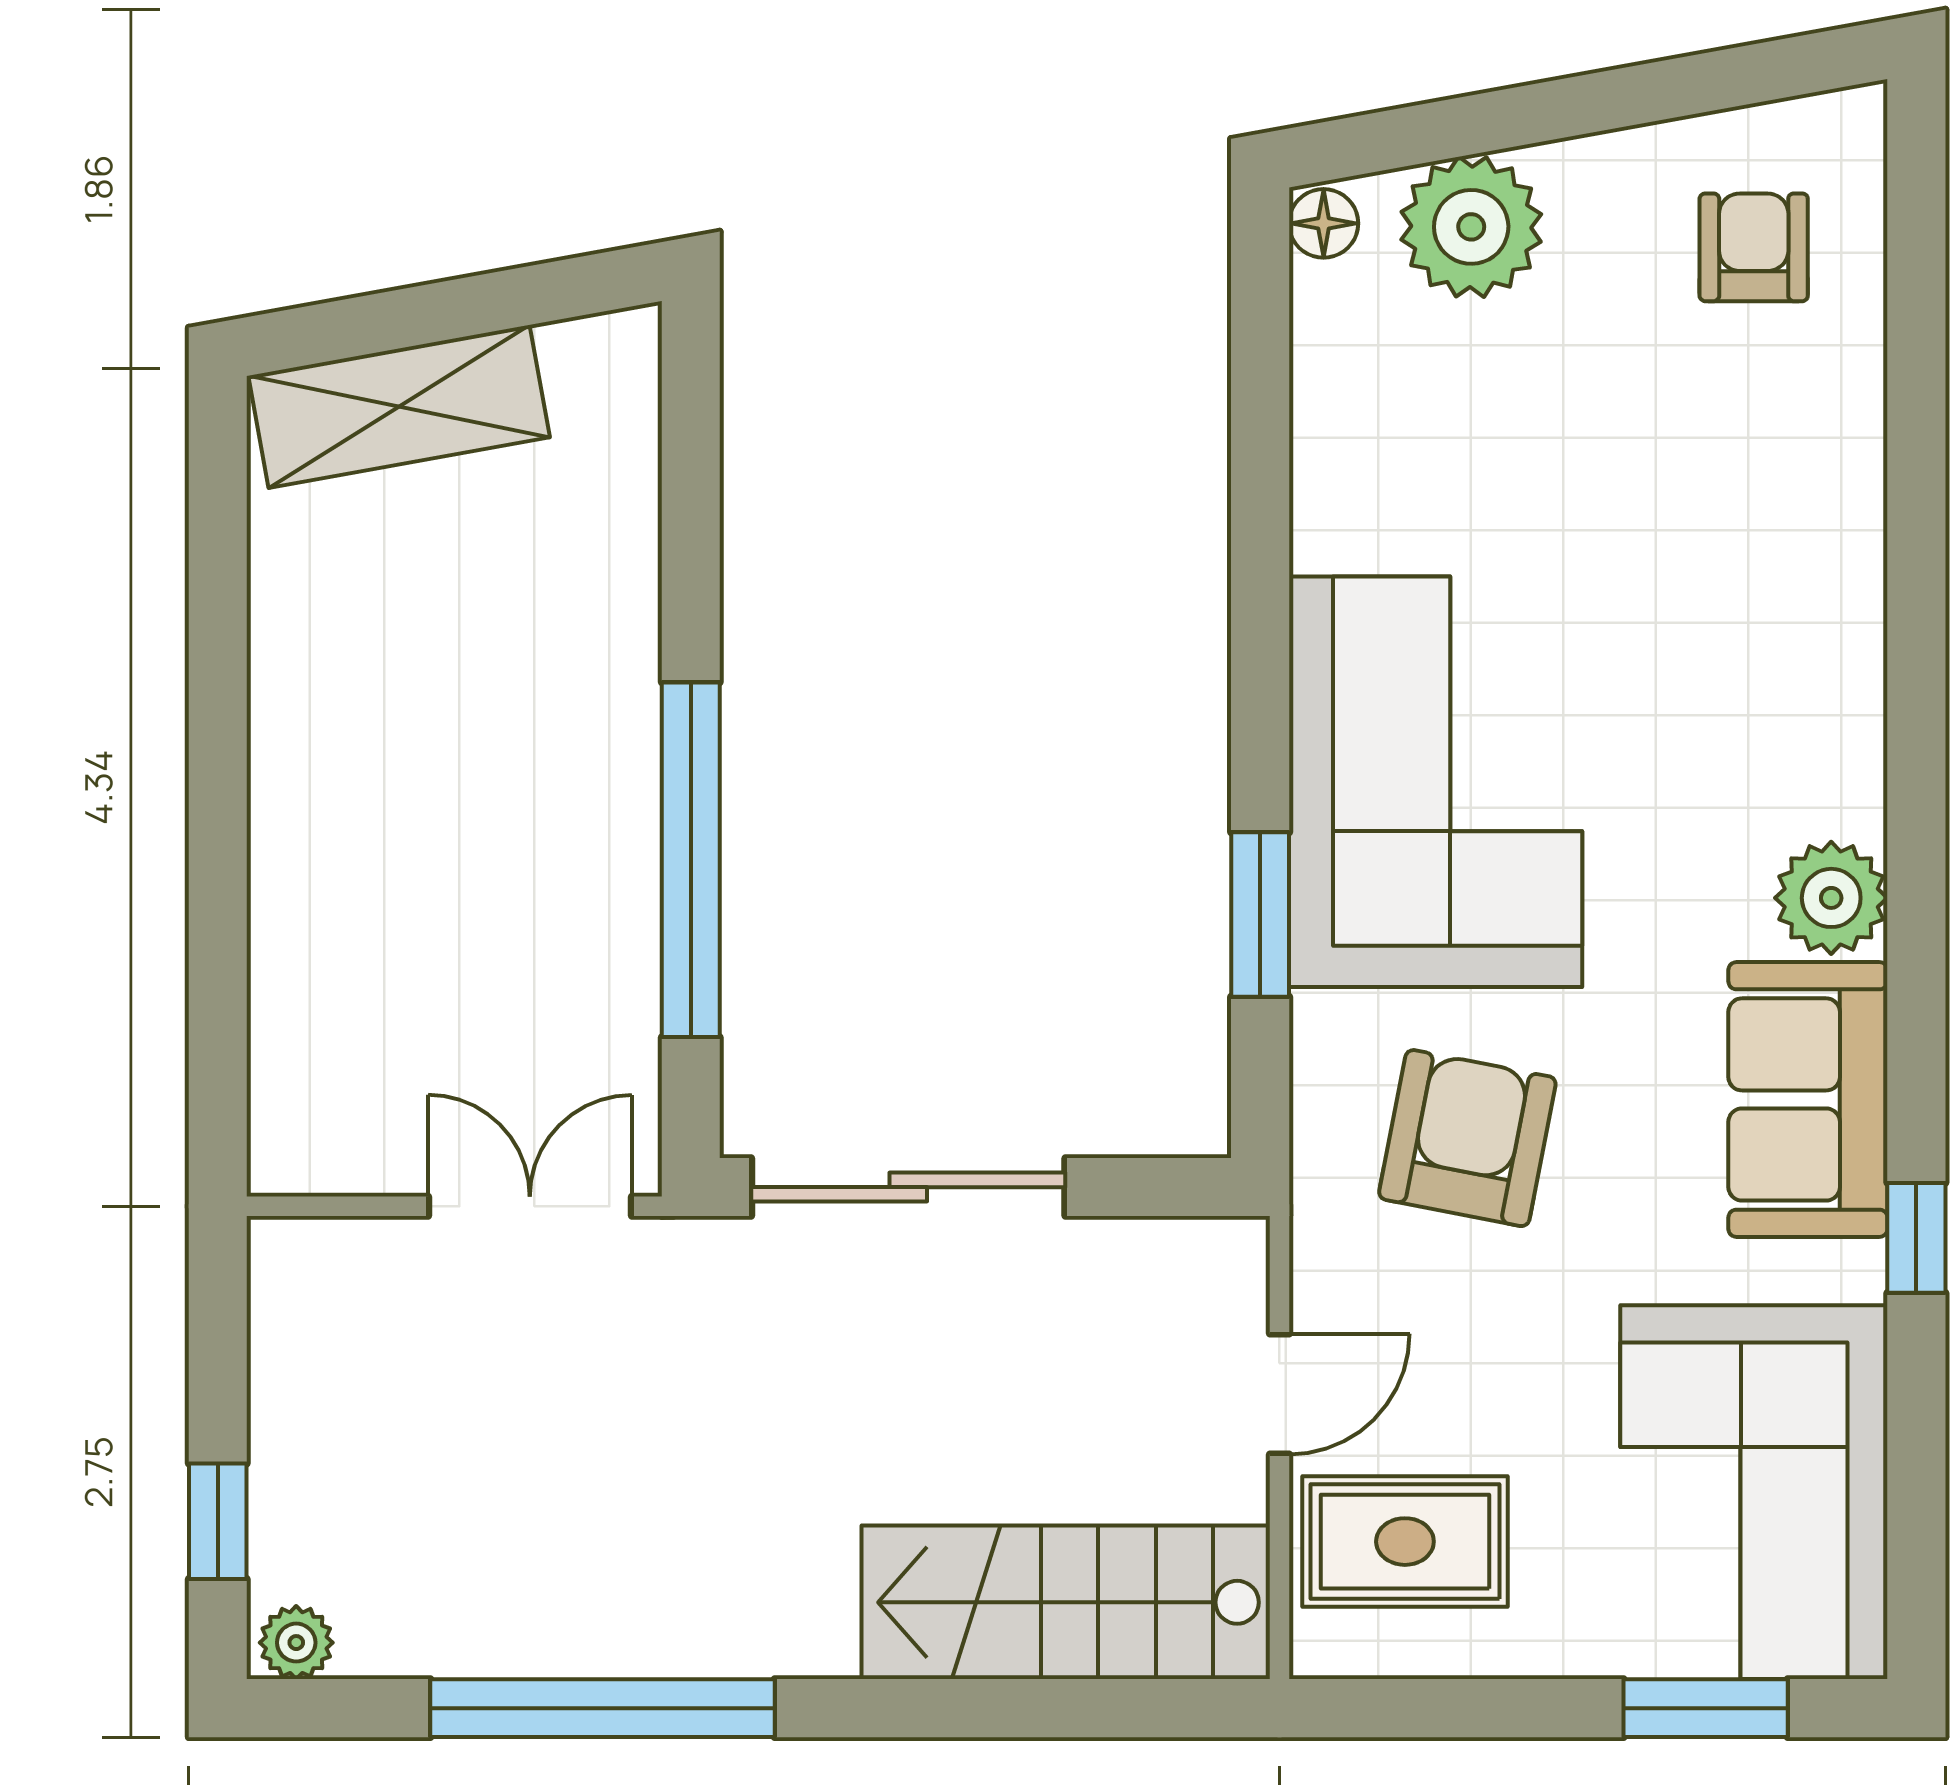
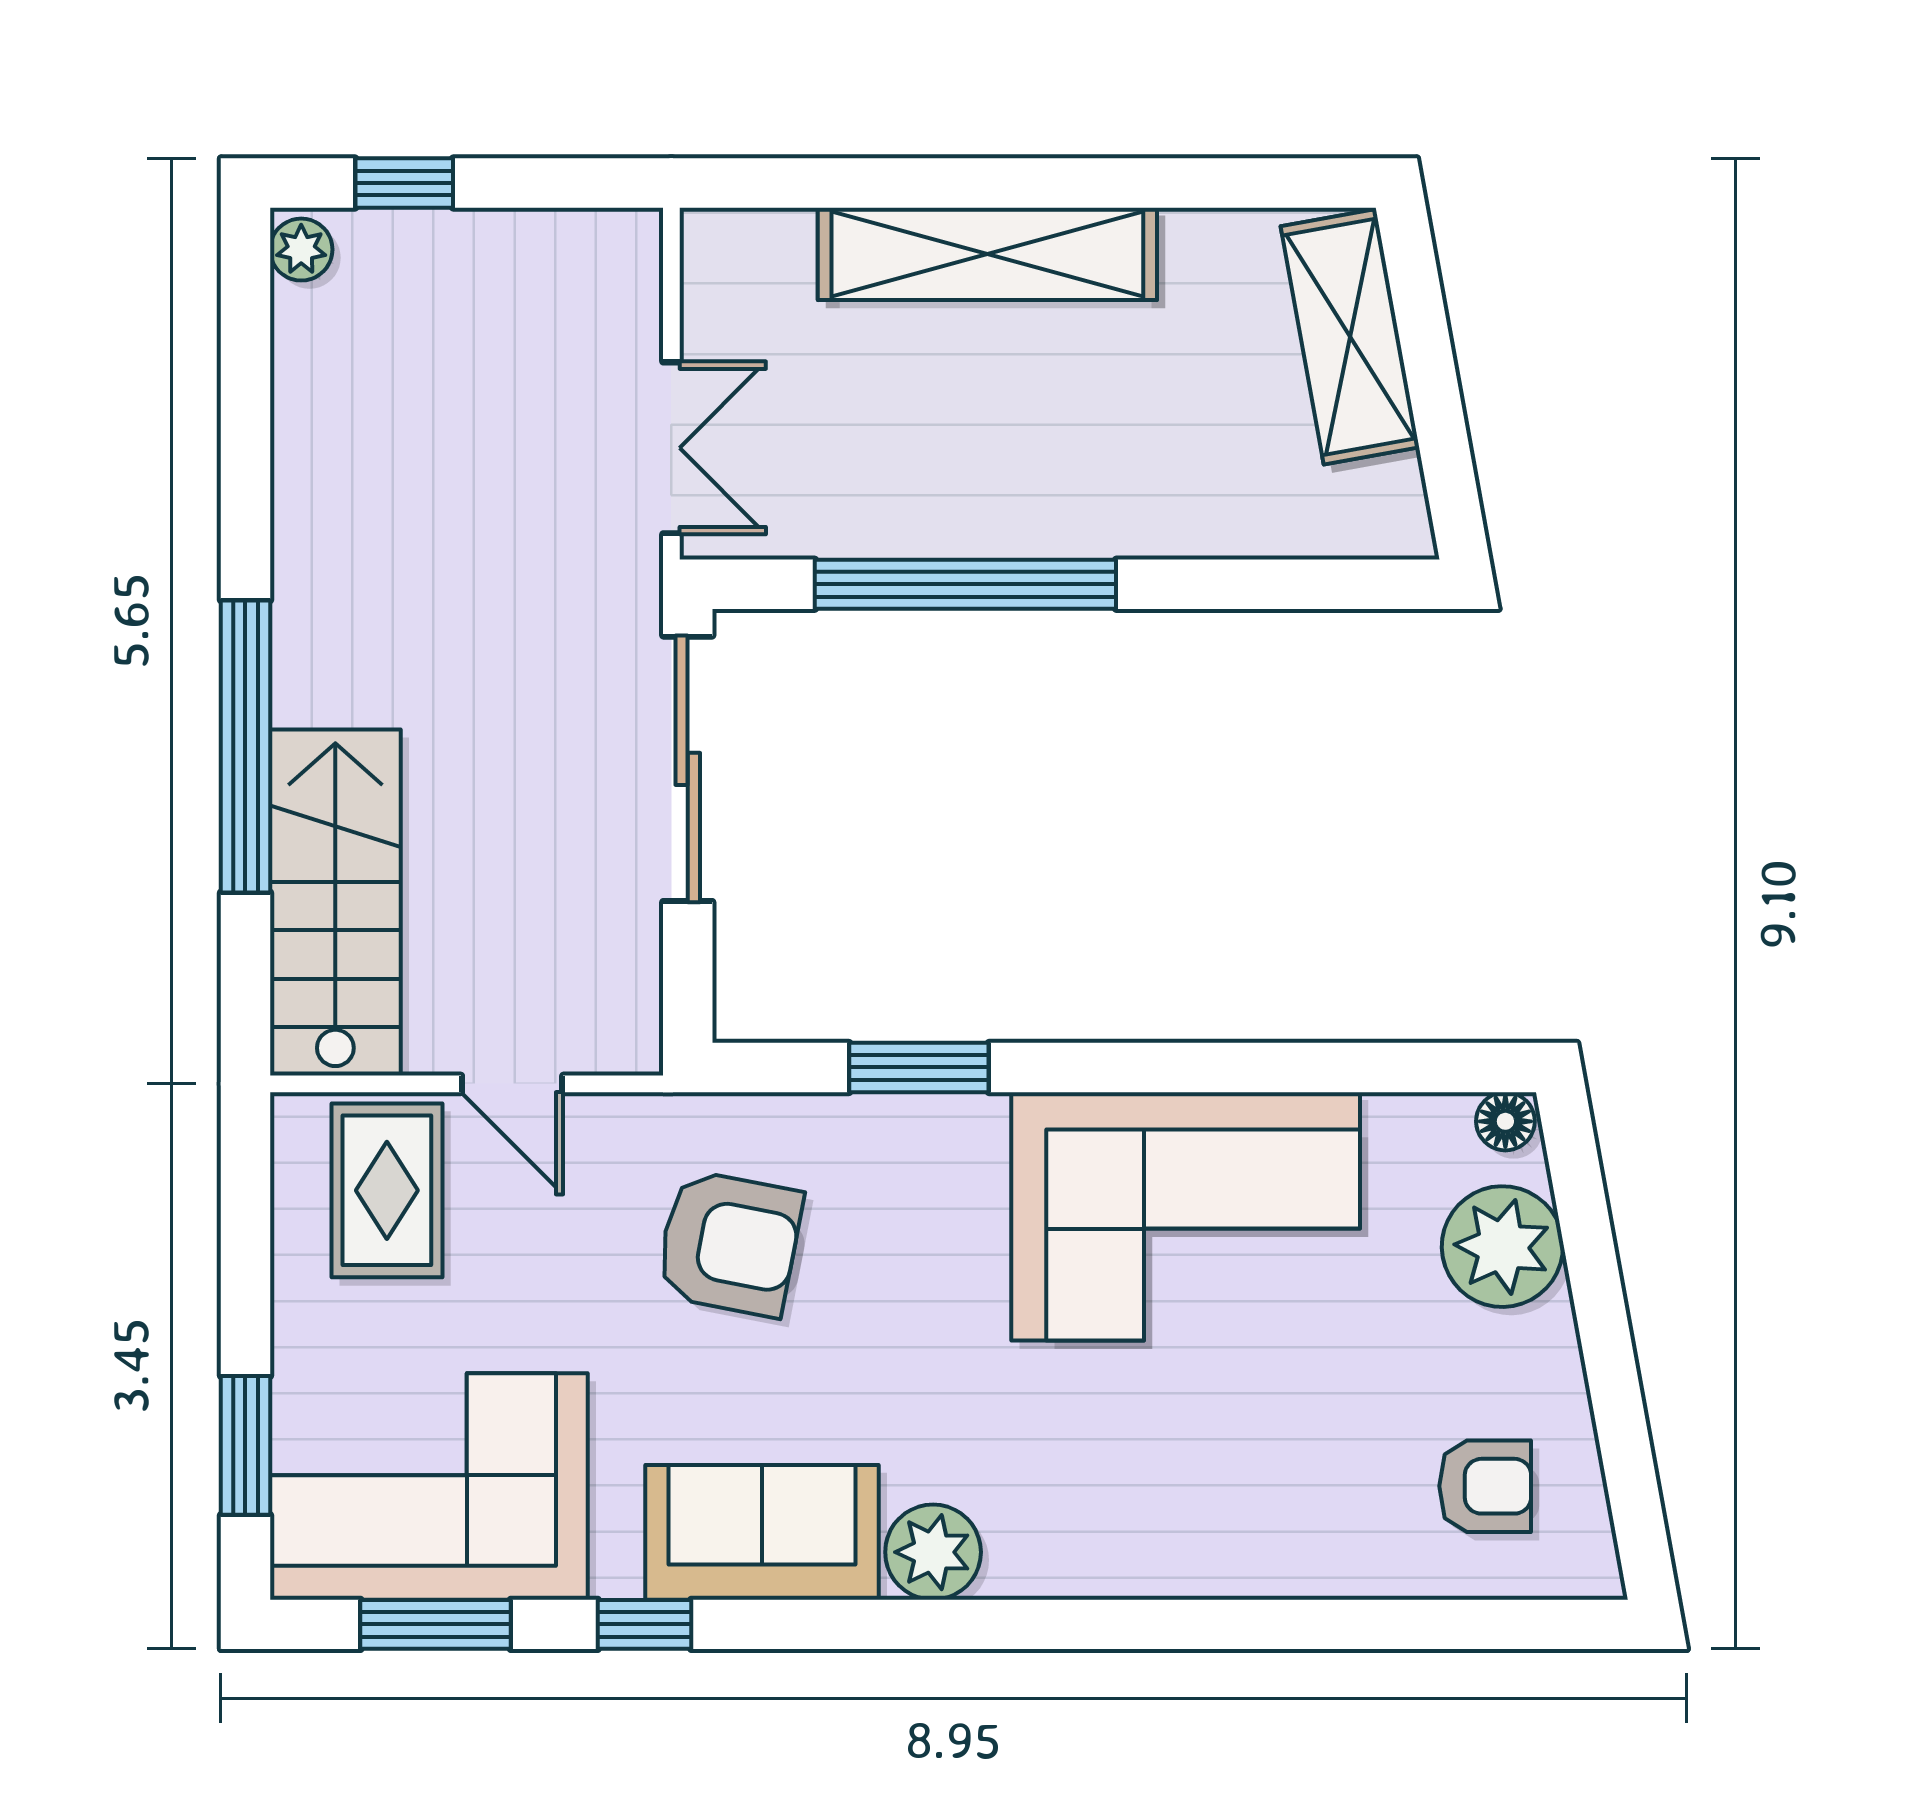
corner sofa: (1436, 782) -> (1186, 1216), moved
shelving: (301, 834) -> (987, 254), added
window: (1916, 1484) -> (436, 1624), added
window: (603, 1708) -> (245, 746), moved

